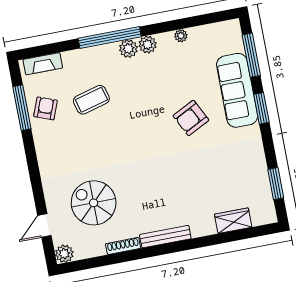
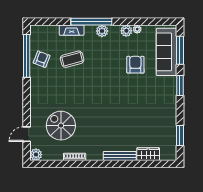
plant: (148, 45) -> (126, 31), moved
fireplace: (43, 64) -> (72, 30), moved
sofa: (237, 90) -> (167, 52), moved
window: (22, 108) -> (27, 56), width x1.46
armchair: (191, 118) -> (135, 65), moved, turned 117
bench: (165, 237) -> (120, 156), moved

